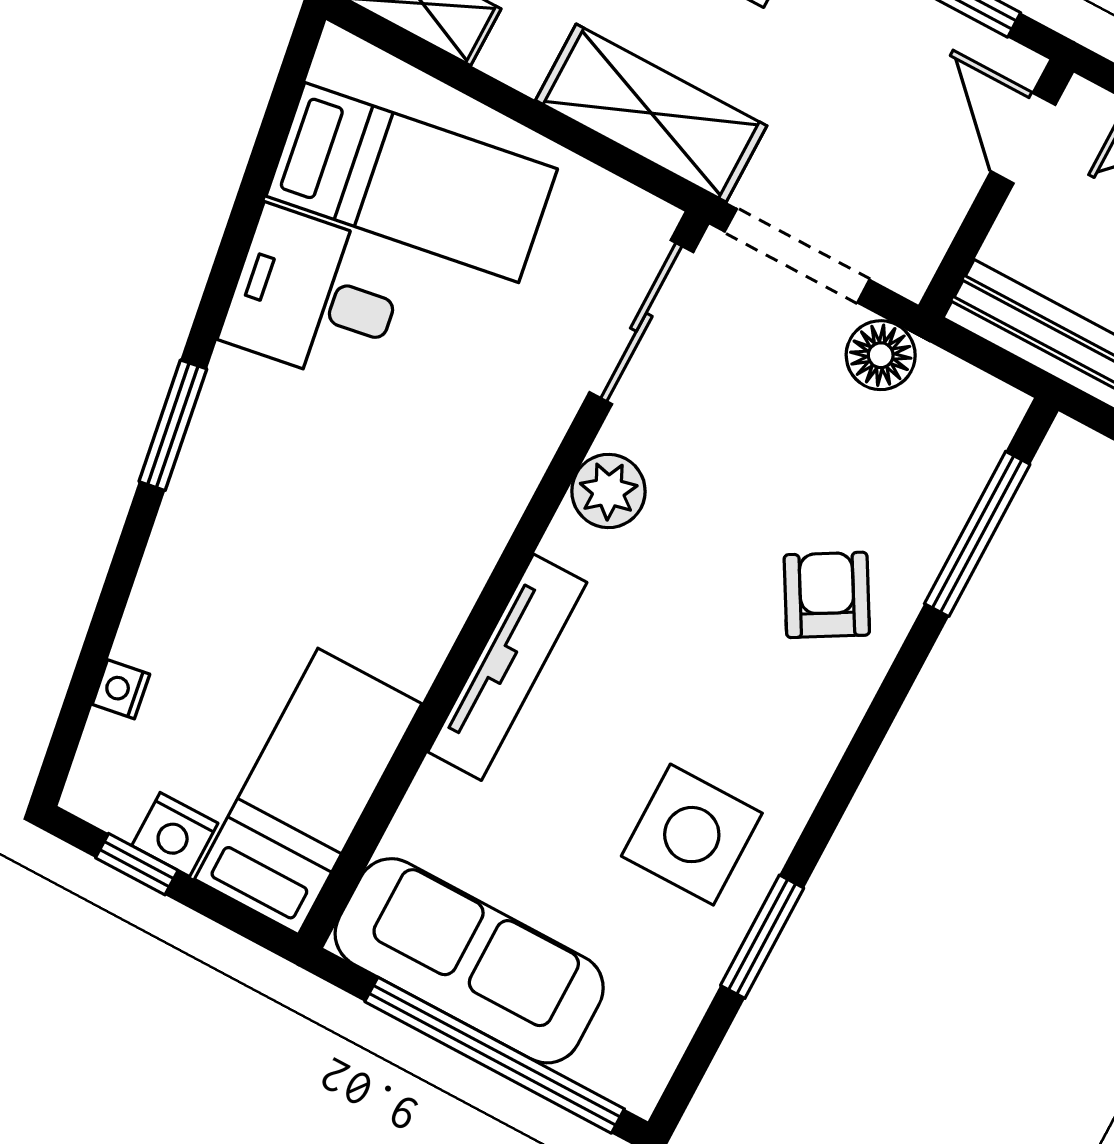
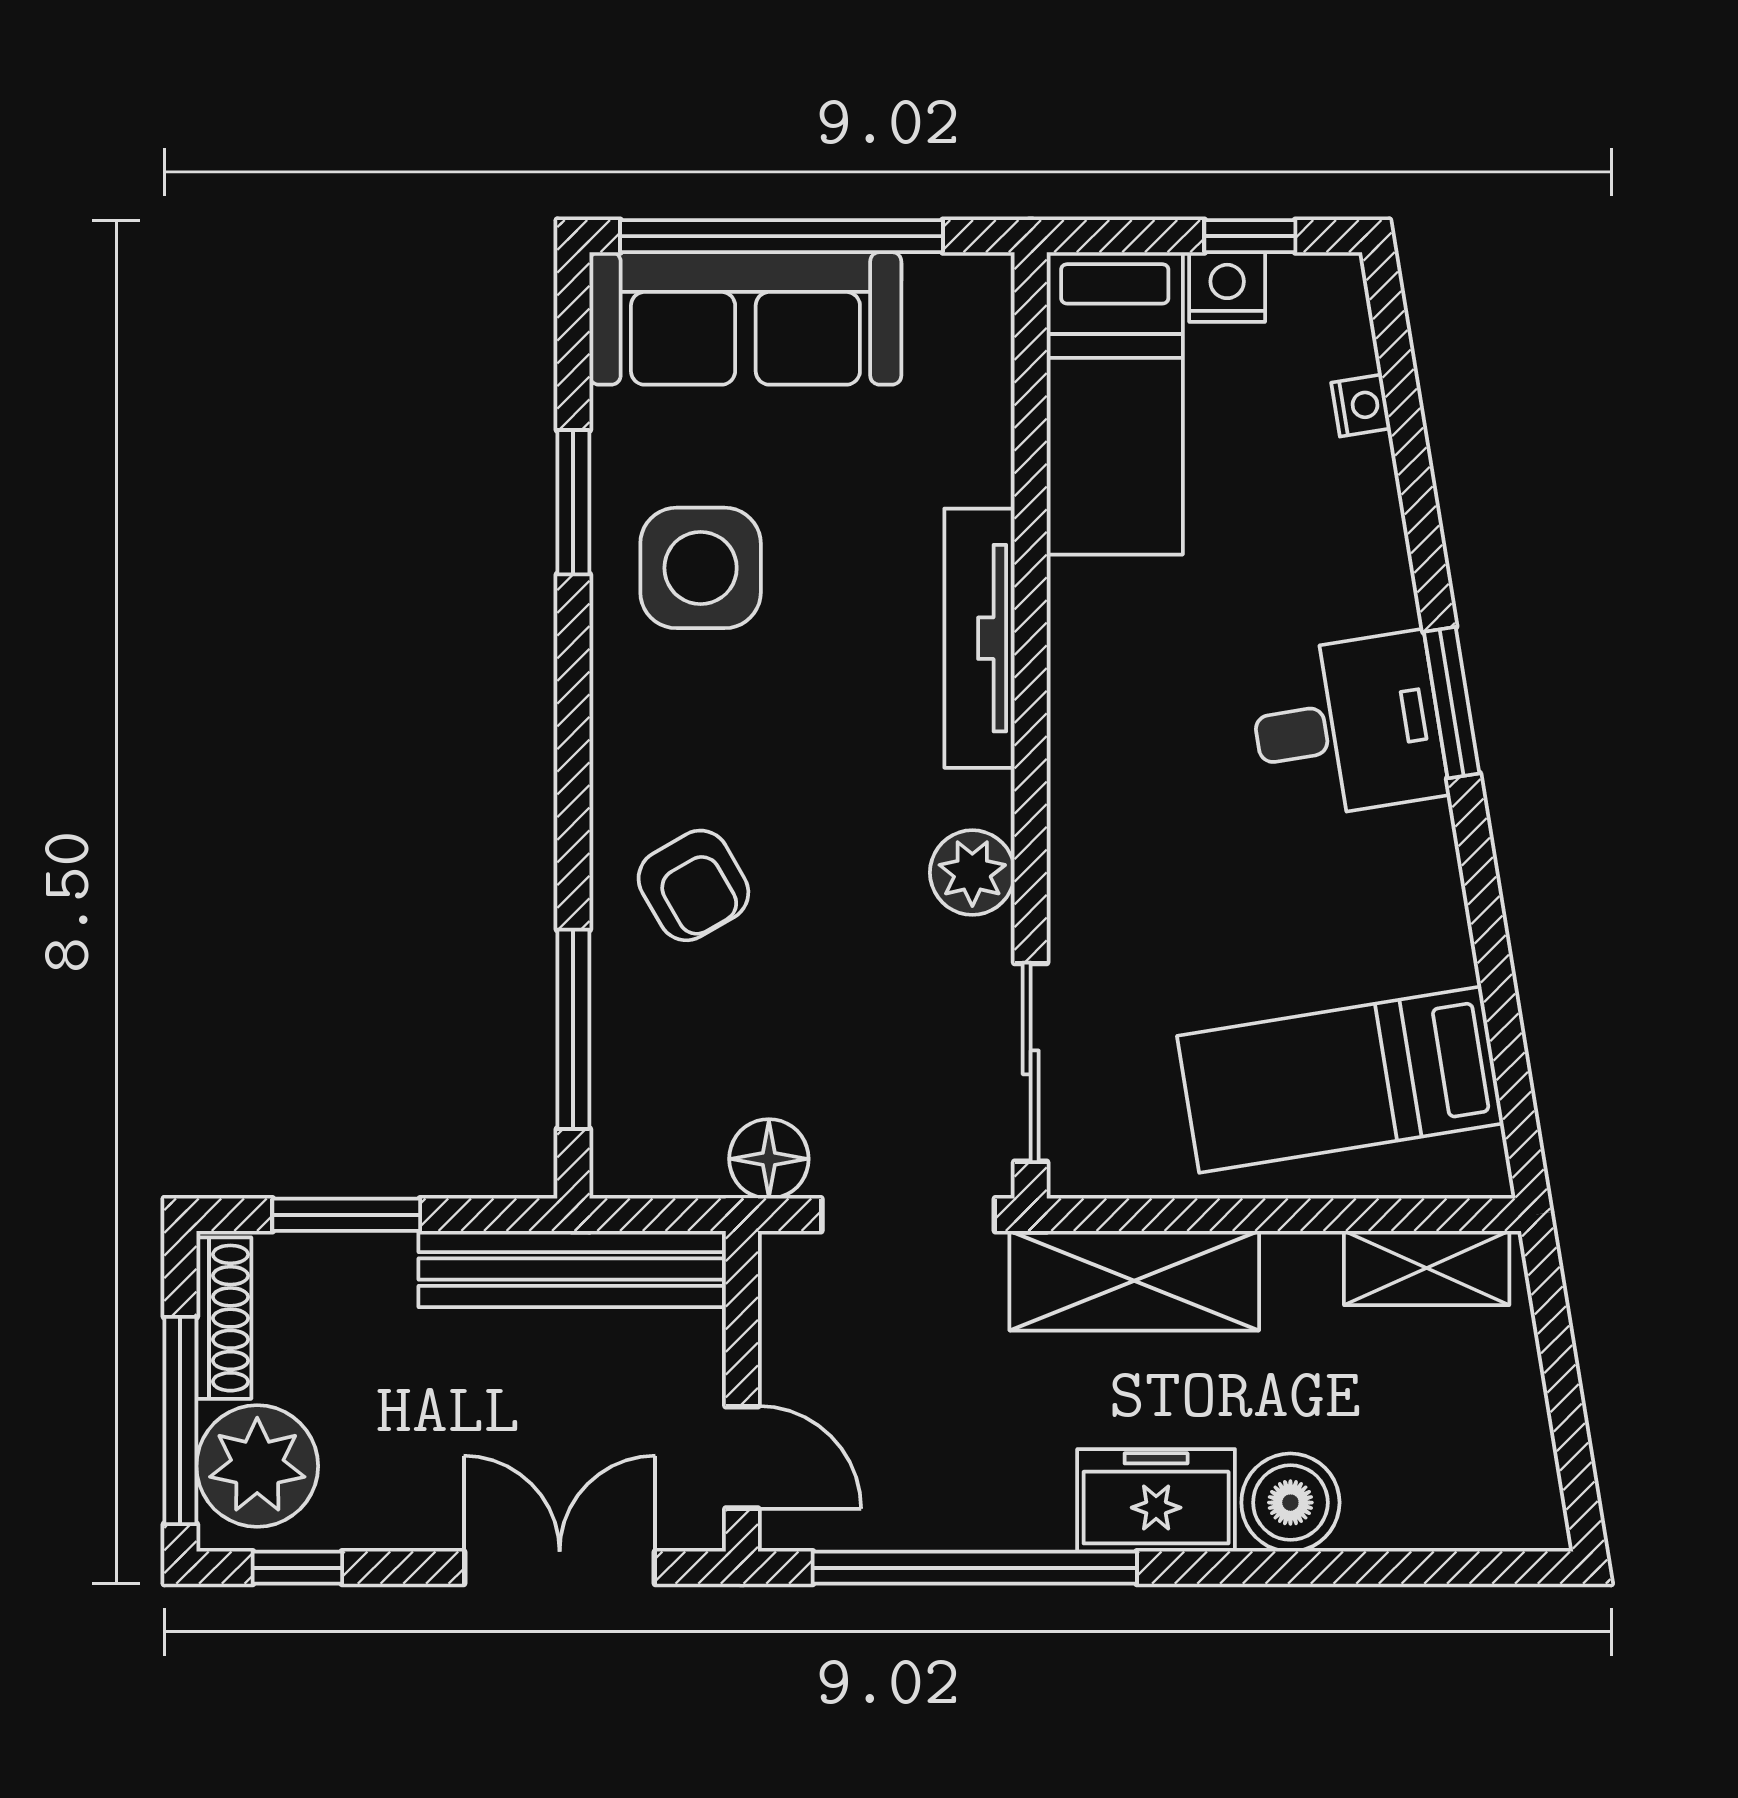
desk: (315, 296) -> (1347, 726), moved
sofa: (469, 961) -> (745, 318), moved

